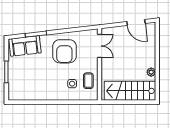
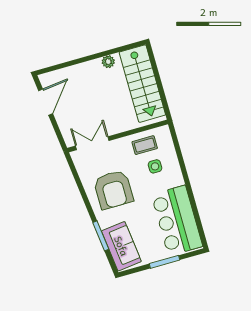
armchair: (64, 51) -> (113, 190), turned 90
bar counter: (32, 88) -> (177, 220), added

